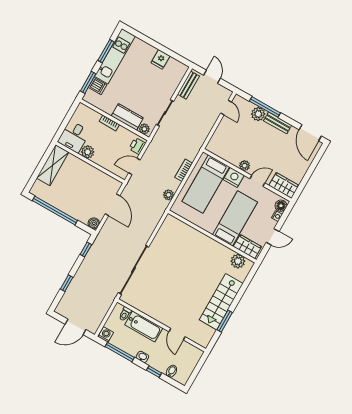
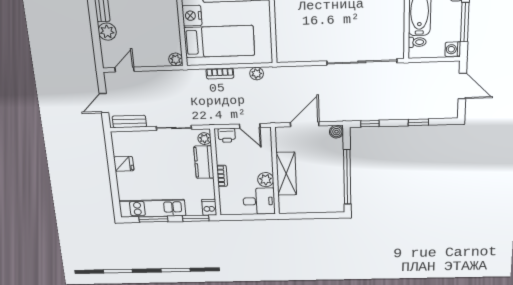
dishwasher: (98, 86) -> (209, 207), moved
window: (265, 107) -> (95, 29), removed
shelving: (53, 165) -> (286, 174), moved, turned 90
plant: (244, 166) -> (176, 59), moved

